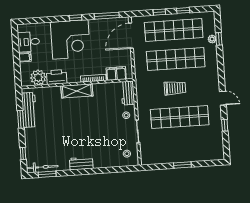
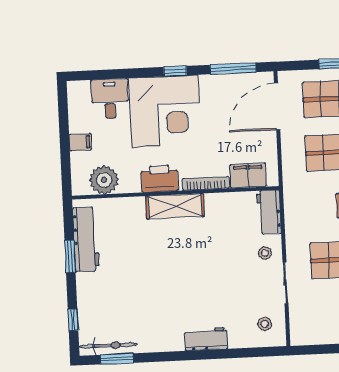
desk: (29, 42) -> (110, 99), moved, turned 90
printer: (57, 77) -> (160, 179), moved
workbench: (81, 163) -> (206, 339), moved

